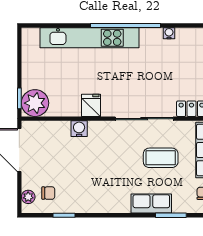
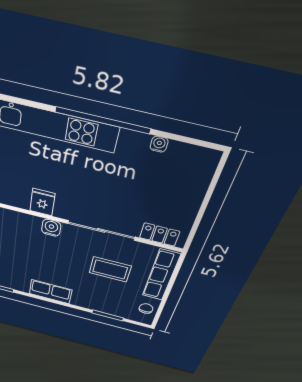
water cooler: (79, 129) -> (51, 228), moved
row of seats: (151, 204) -> (50, 292), moved

